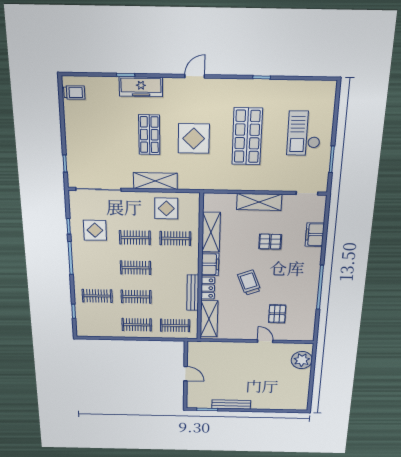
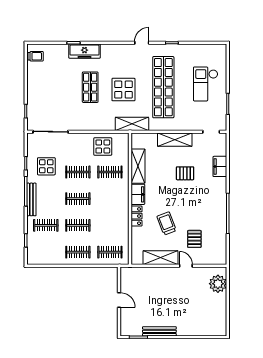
door: (195, 76) -> (142, 43), moved
shop shelf: (247, 136) -> (163, 87), width x1.40
shelving: (155, 181) -> (132, 124), moved
trolley: (249, 283) -> (167, 223), moved
bench: (193, 293) -> (31, 199), moved
shelving: (209, 319) -> (160, 258), moved, turned 90

